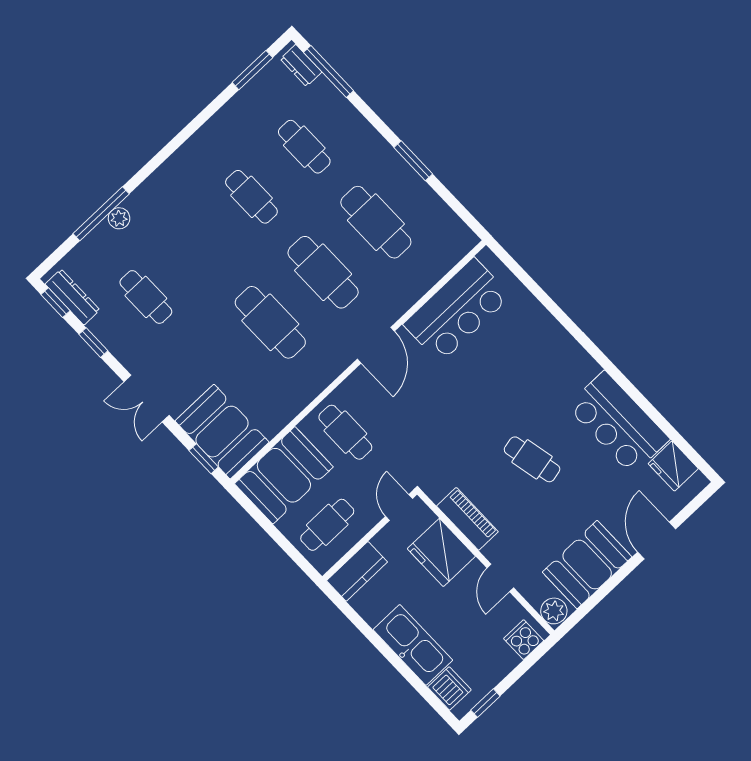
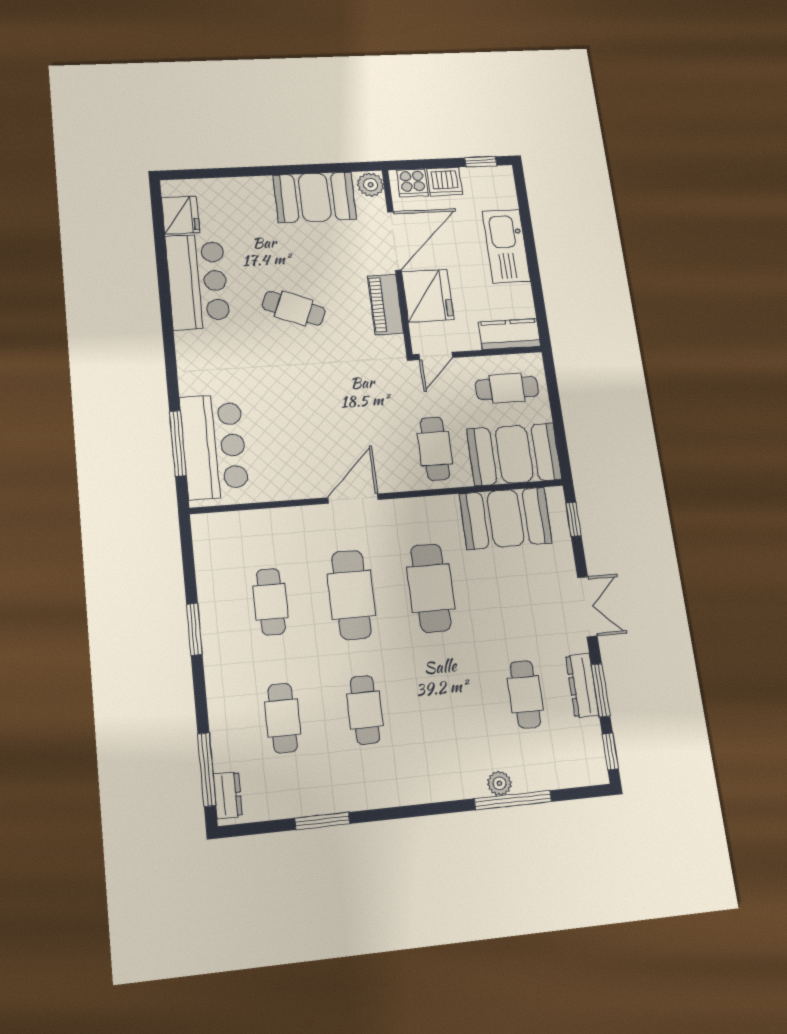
window: (252, 70) -> (322, 821), moved
cafe table: (376, 222) -> (271, 602), width x0.73, depth x0.74
window: (532, 286) -> (178, 443), added
dresser: (72, 297) -> (582, 685), moved
bar counter: (457, 310) -> (214, 446), moved, turned 90
window: (93, 343) -> (601, 690), width x1.50
booth: (222, 432) -> (506, 518), moved, turned 90
cafe table: (532, 459) -> (294, 308), turned -56
door: (657, 541) -> (243, 172), removed
door: (500, 578) -> (394, 241), width x1.88
dishwasher: (449, 688) -> (445, 182), moved, turned -90

